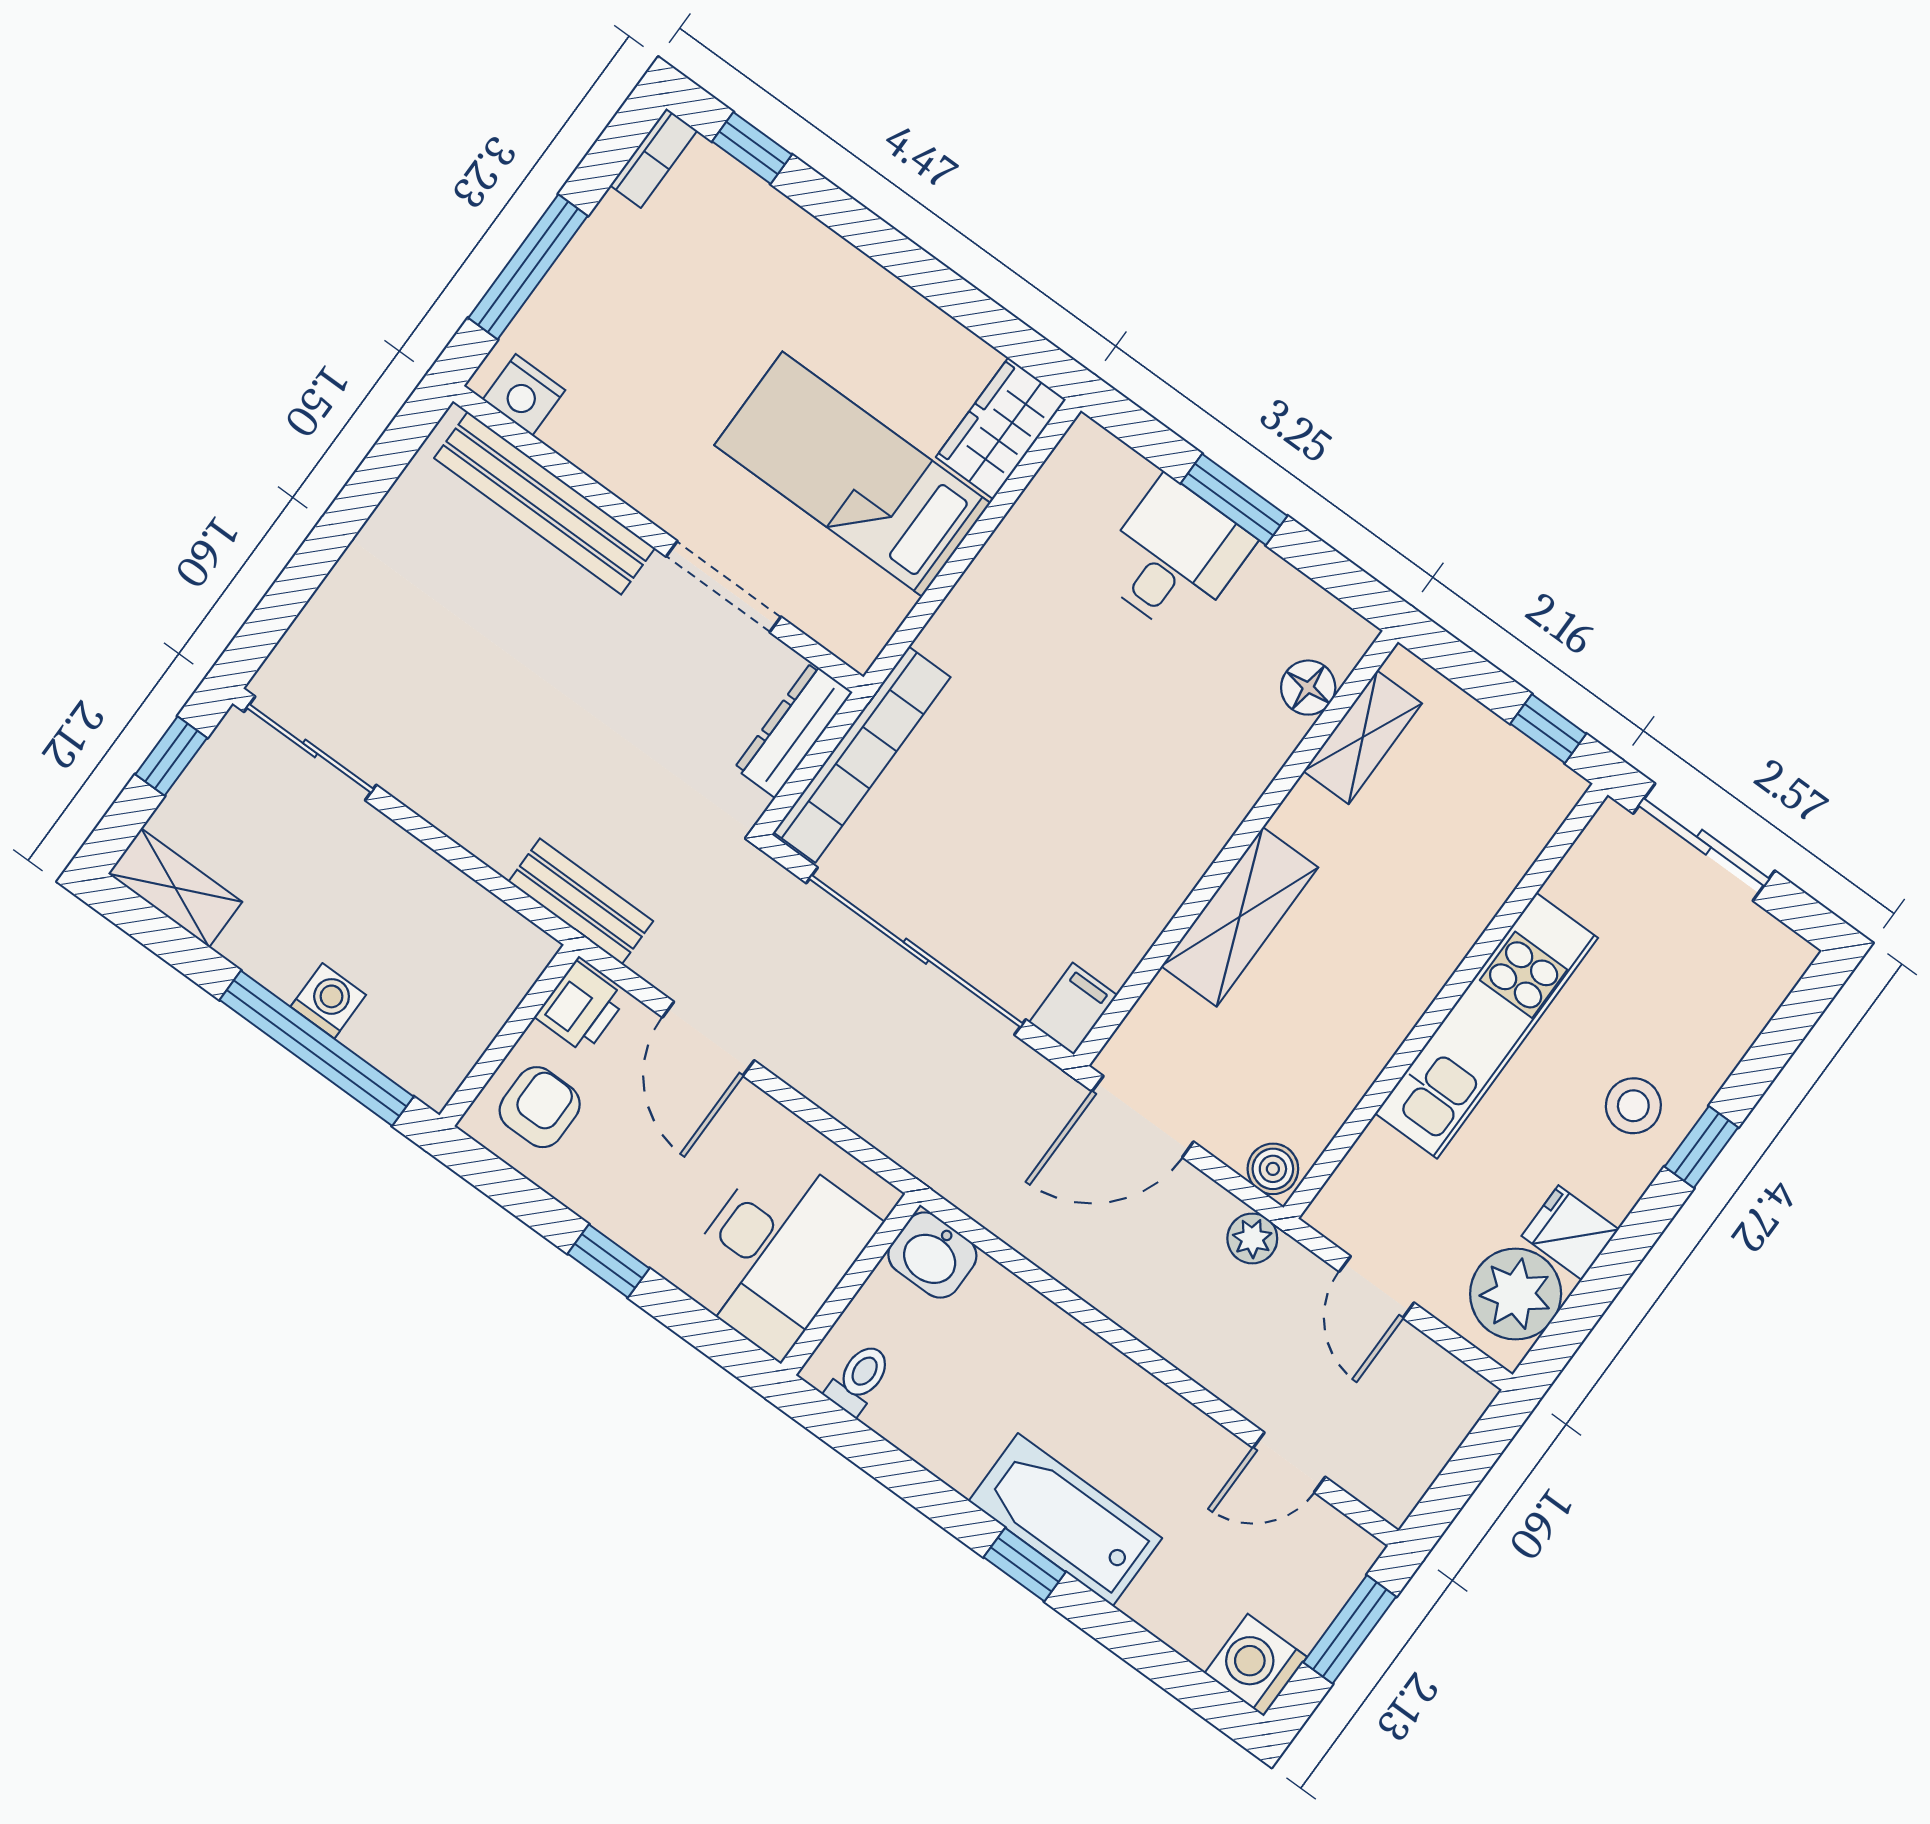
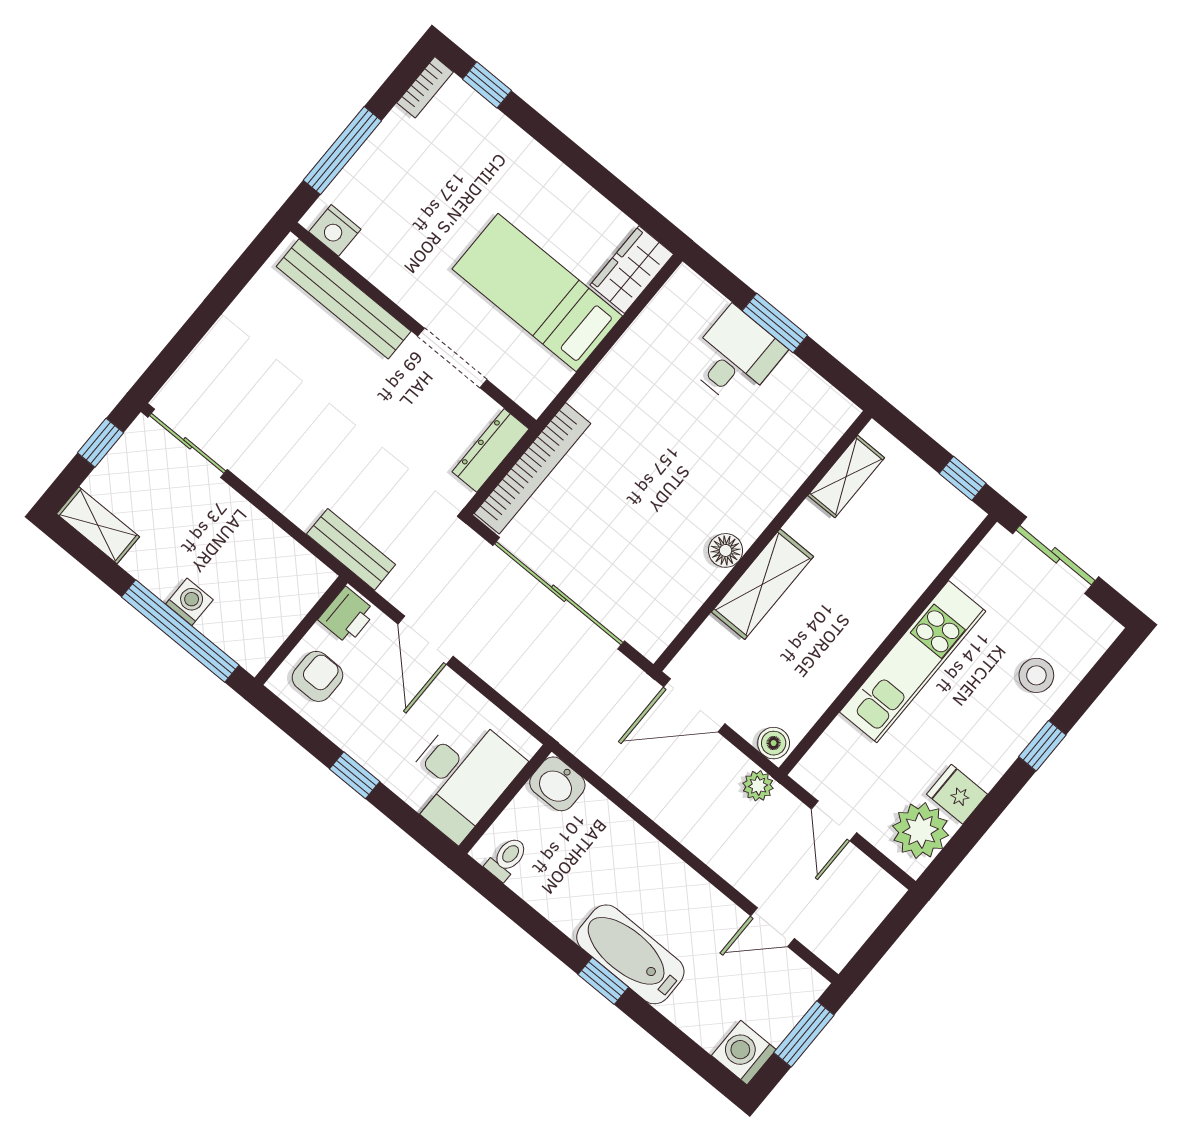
floor lamp: (1308, 688) -> (726, 550), moved
filing cabinet: (1073, 1009) -> (655, 635), removed
stool: (1633, 1106) -> (1036, 675), moved

